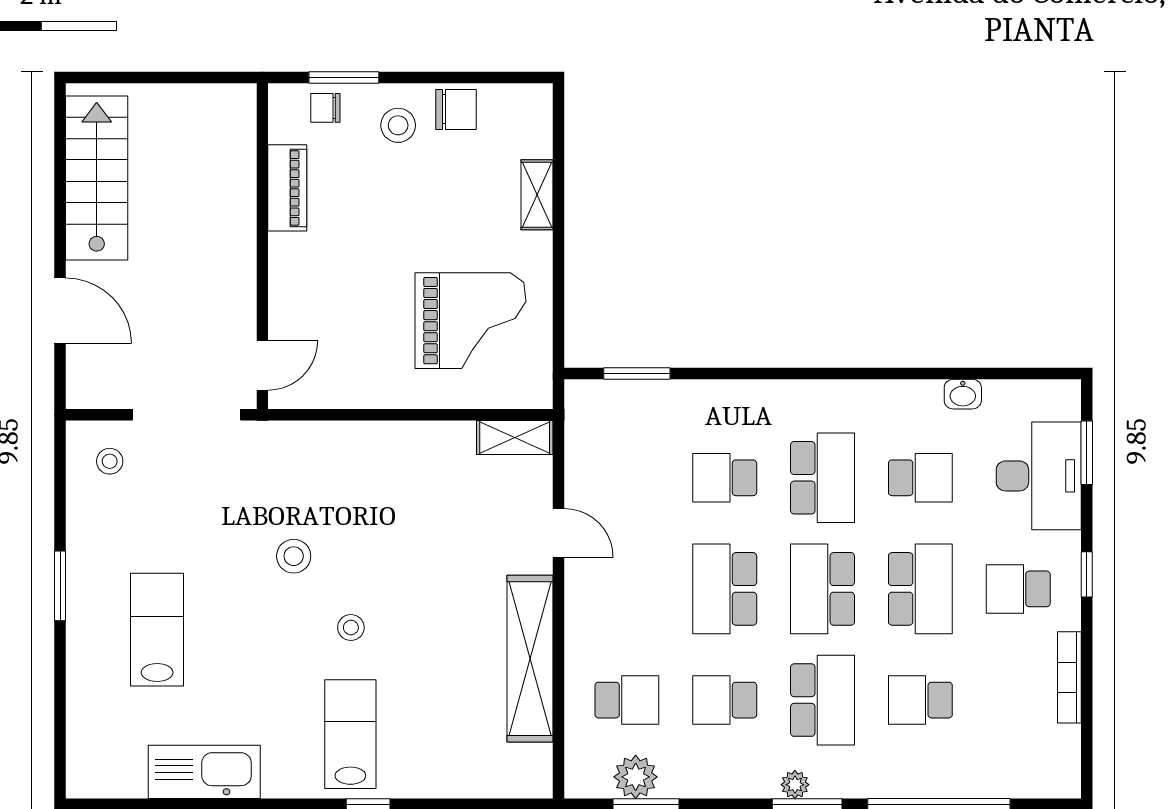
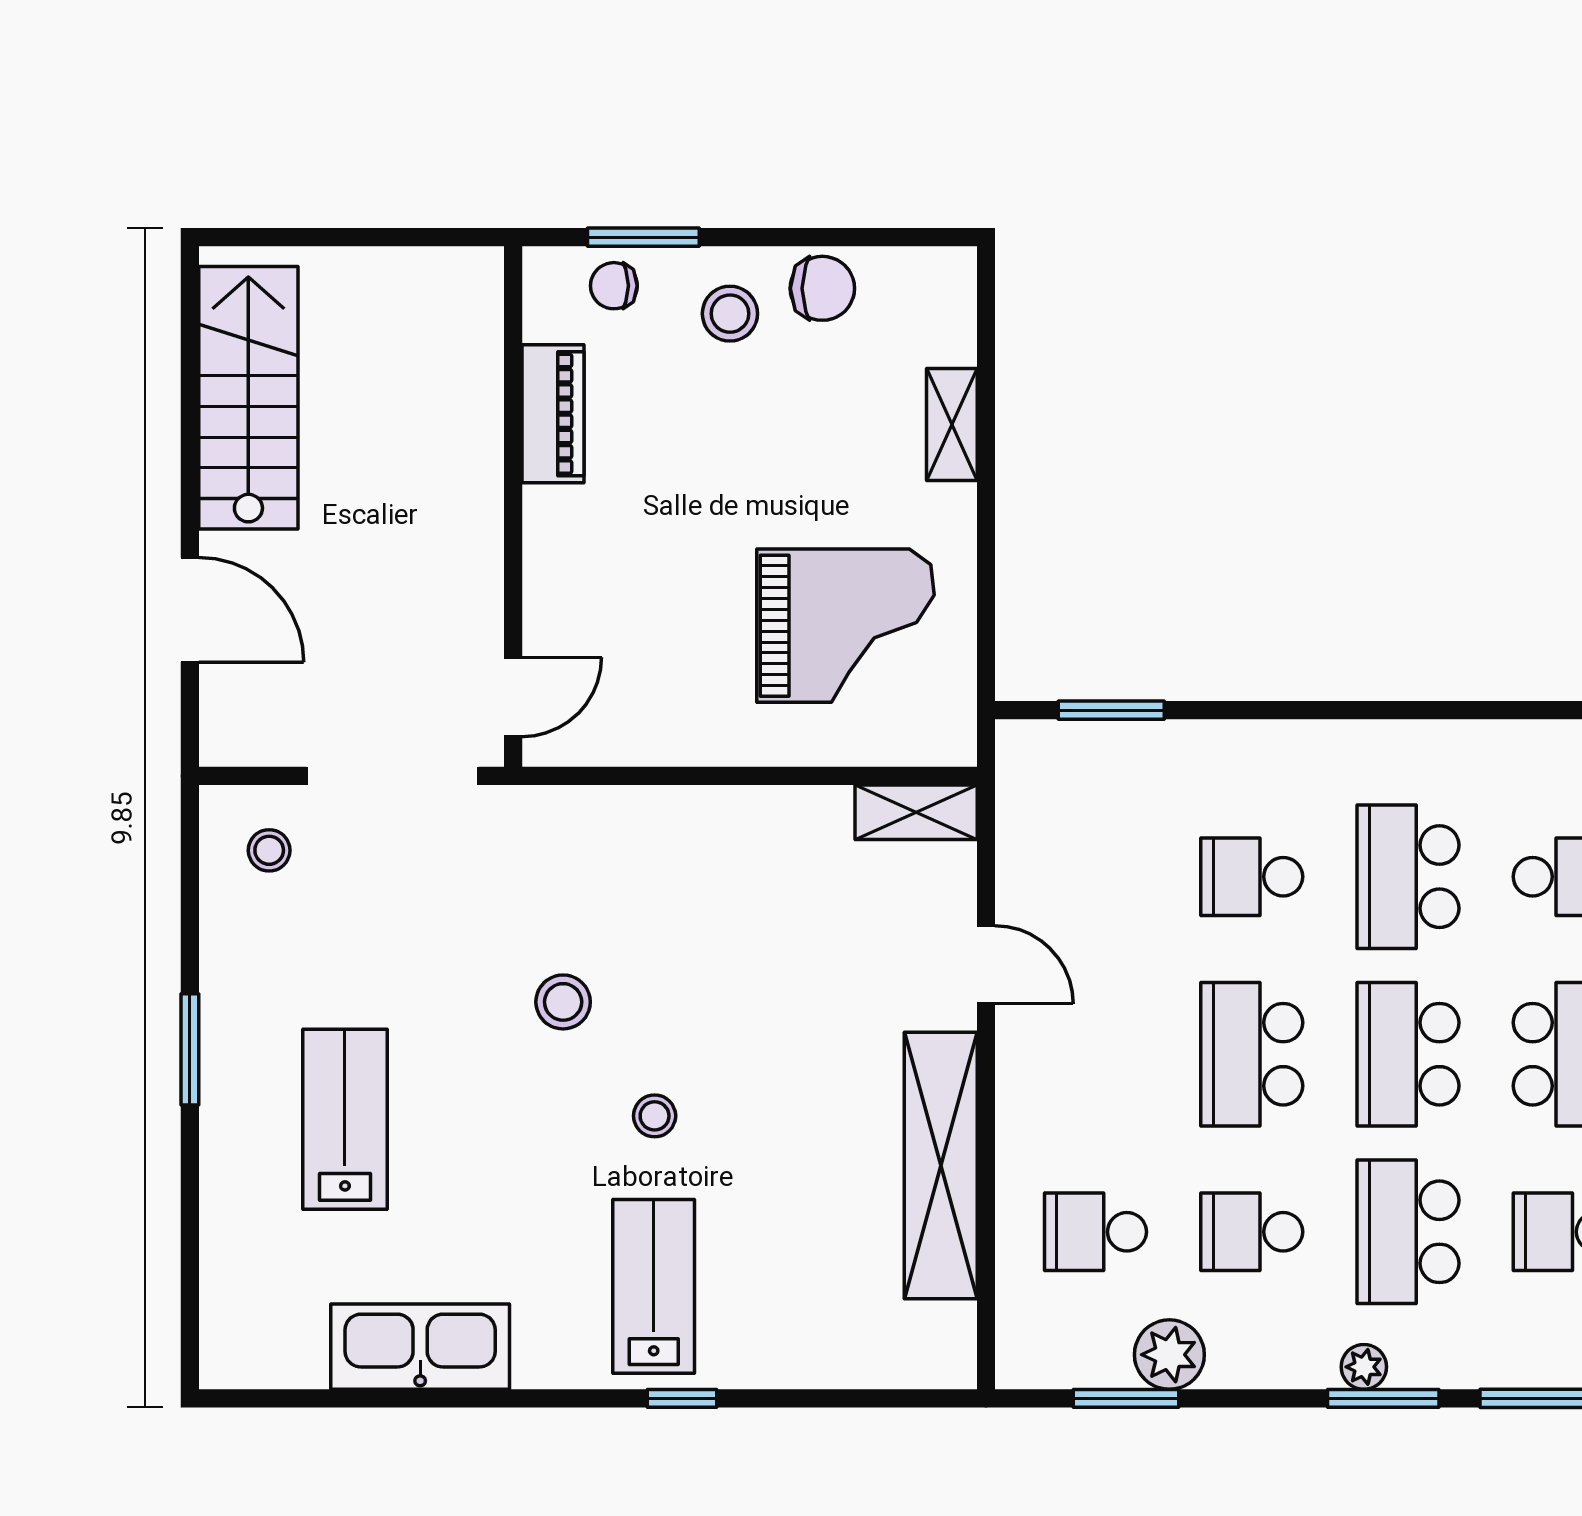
school desk: (823, 478) -> (1408, 877), turned 180
school desk: (627, 700) -> (1095, 1232), turned 180
school desk: (823, 700) -> (1408, 1232), turned 180
plant: (636, 777) -> (1169, 1355), moved

